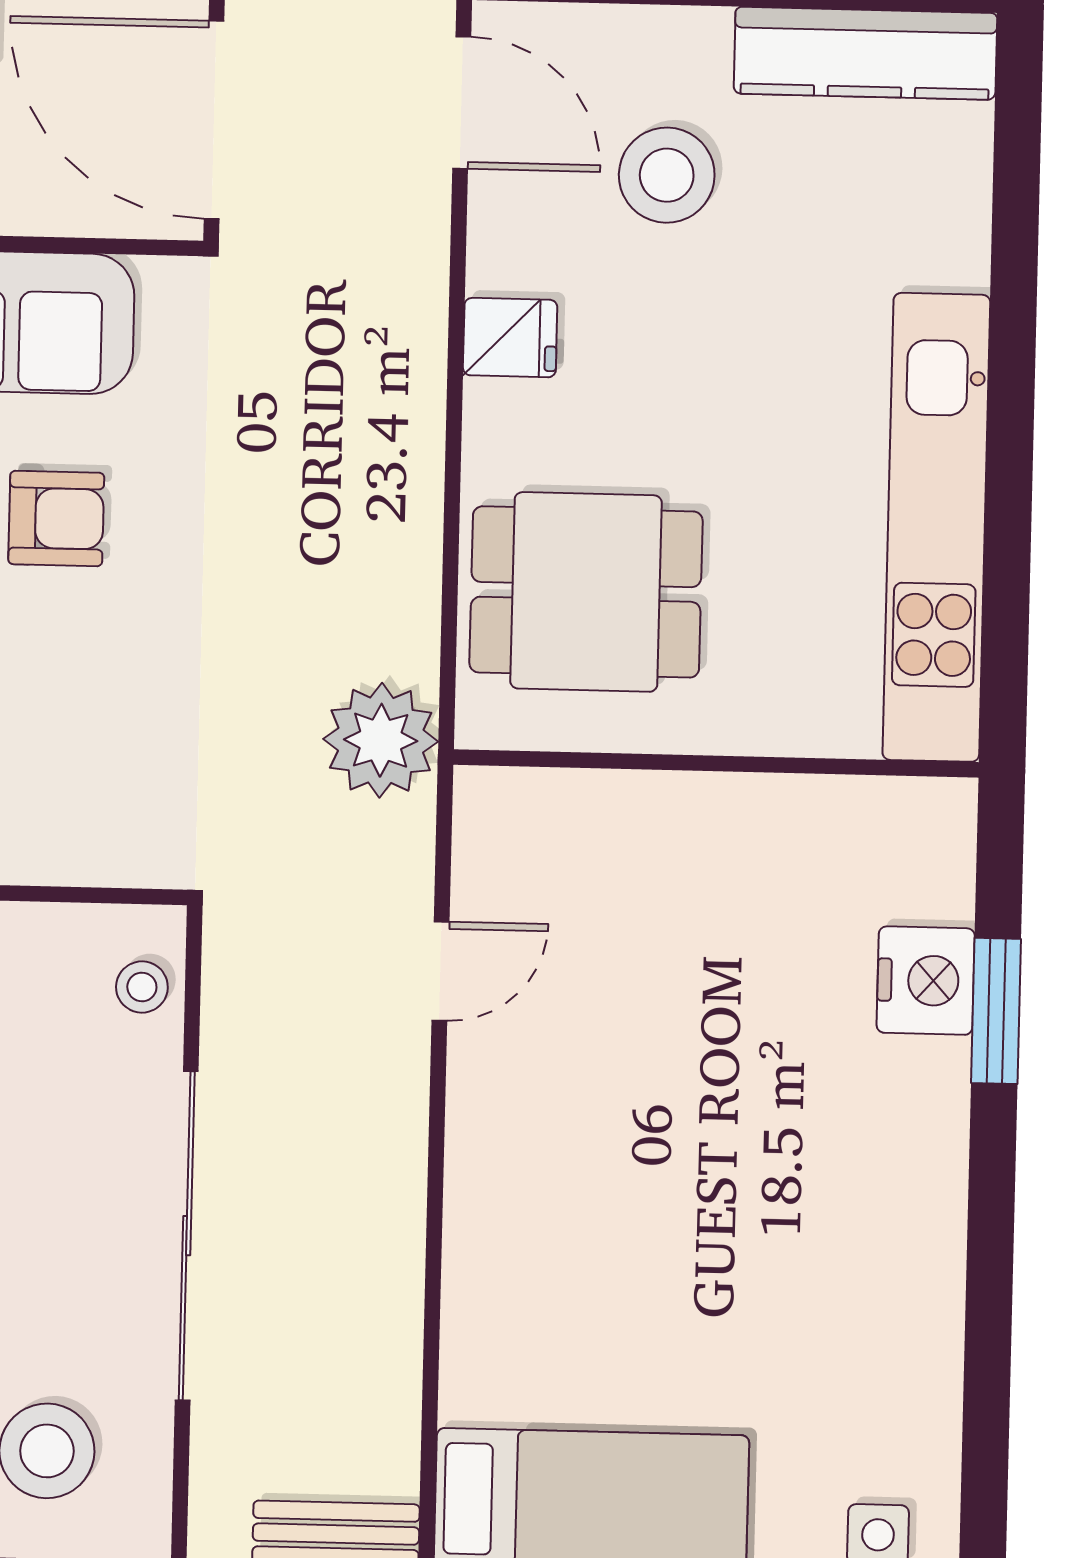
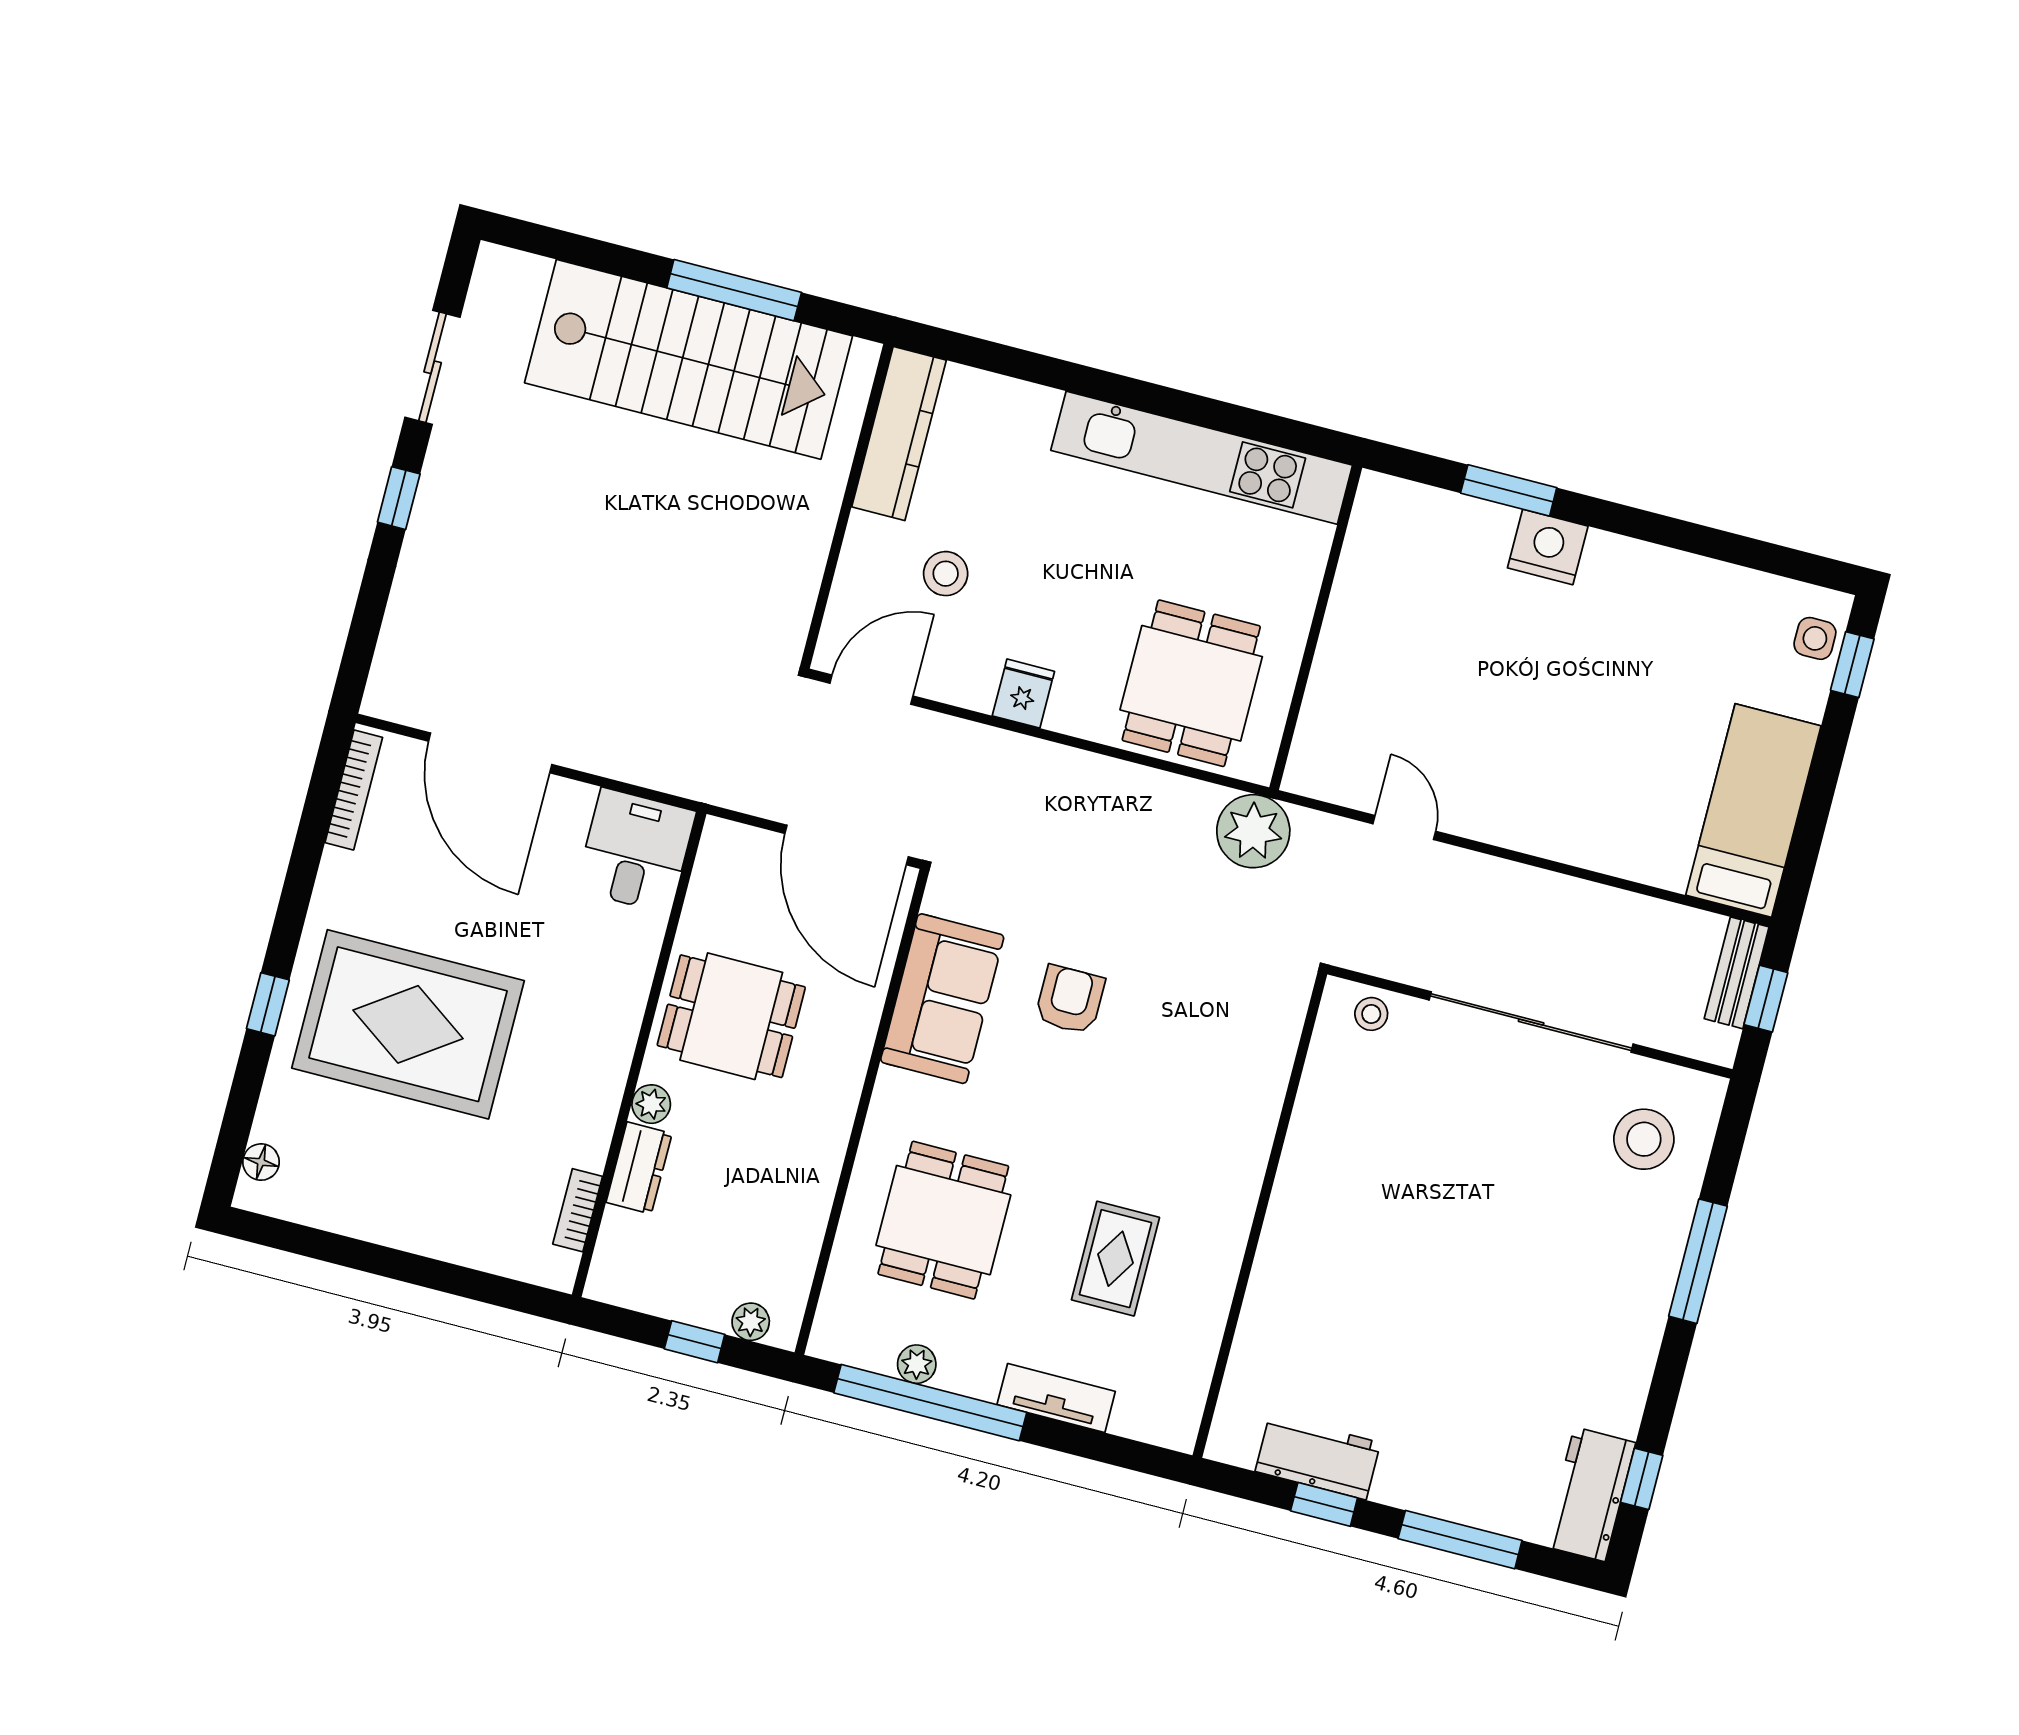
door: (214, 120) -> (847, 845), hinge flipped
stool: (667, 175) -> (946, 574), width x0.73, depth x0.73
nightstand: (926, 981) -> (1548, 547), moved

